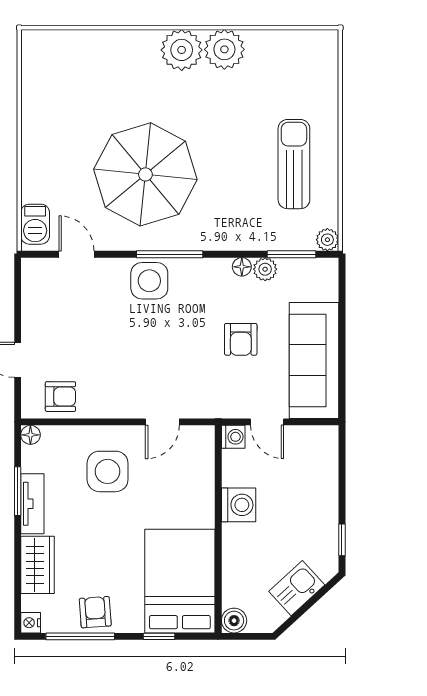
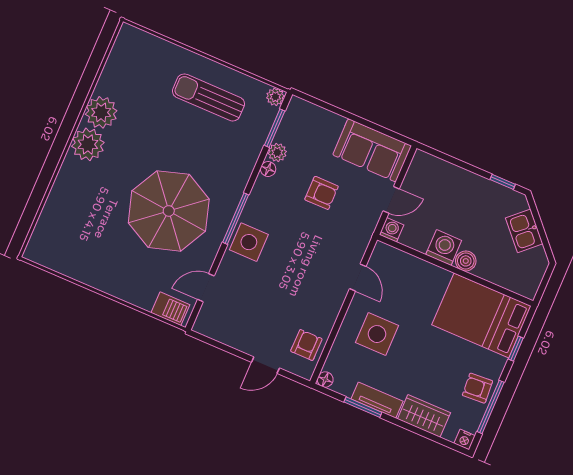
sofa: (314, 360) -> (372, 150), width x0.73
boiler: (234, 621) -> (466, 261), moved

